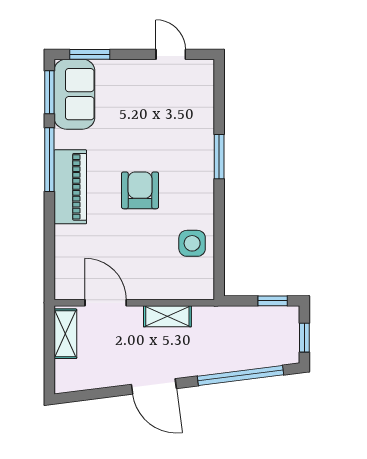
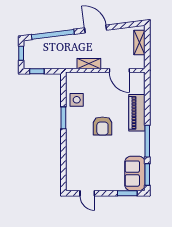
window: (219, 157) -> (63, 118), moved
piano: (70, 187) -> (137, 113), moved
shelving: (65, 334) -> (139, 42), moved

